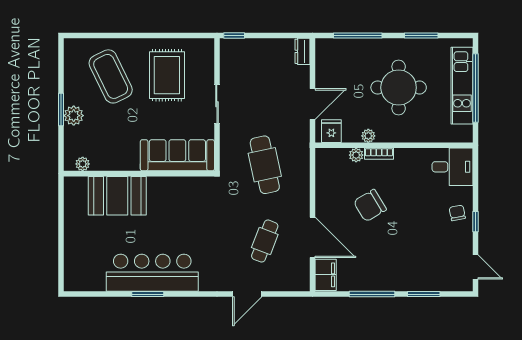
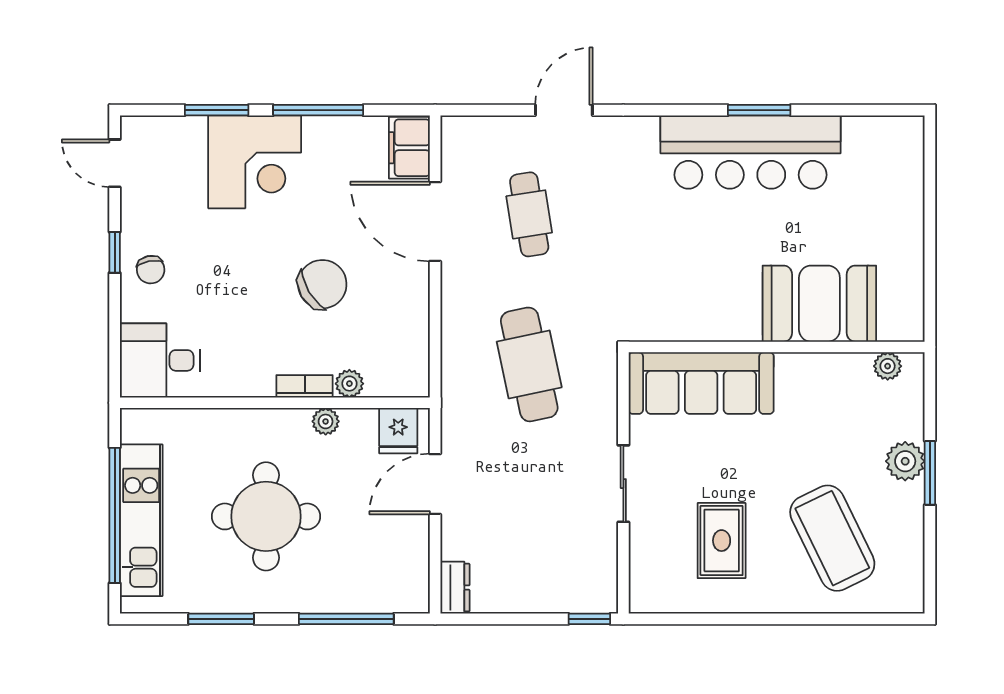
rug: (167, 75) -> (722, 541), width x0.73, depth x0.70
cafe table: (265, 241) -> (529, 214), turned -30
corner desk: (404, 268) -> (255, 162), added

